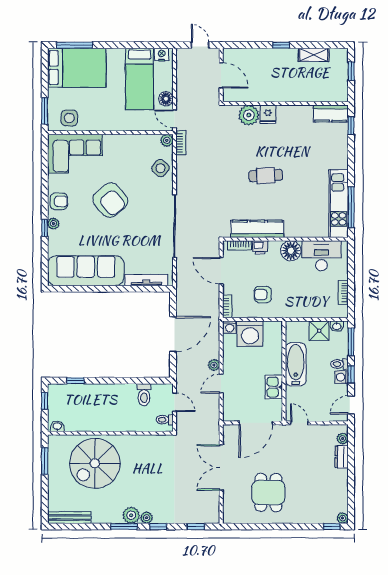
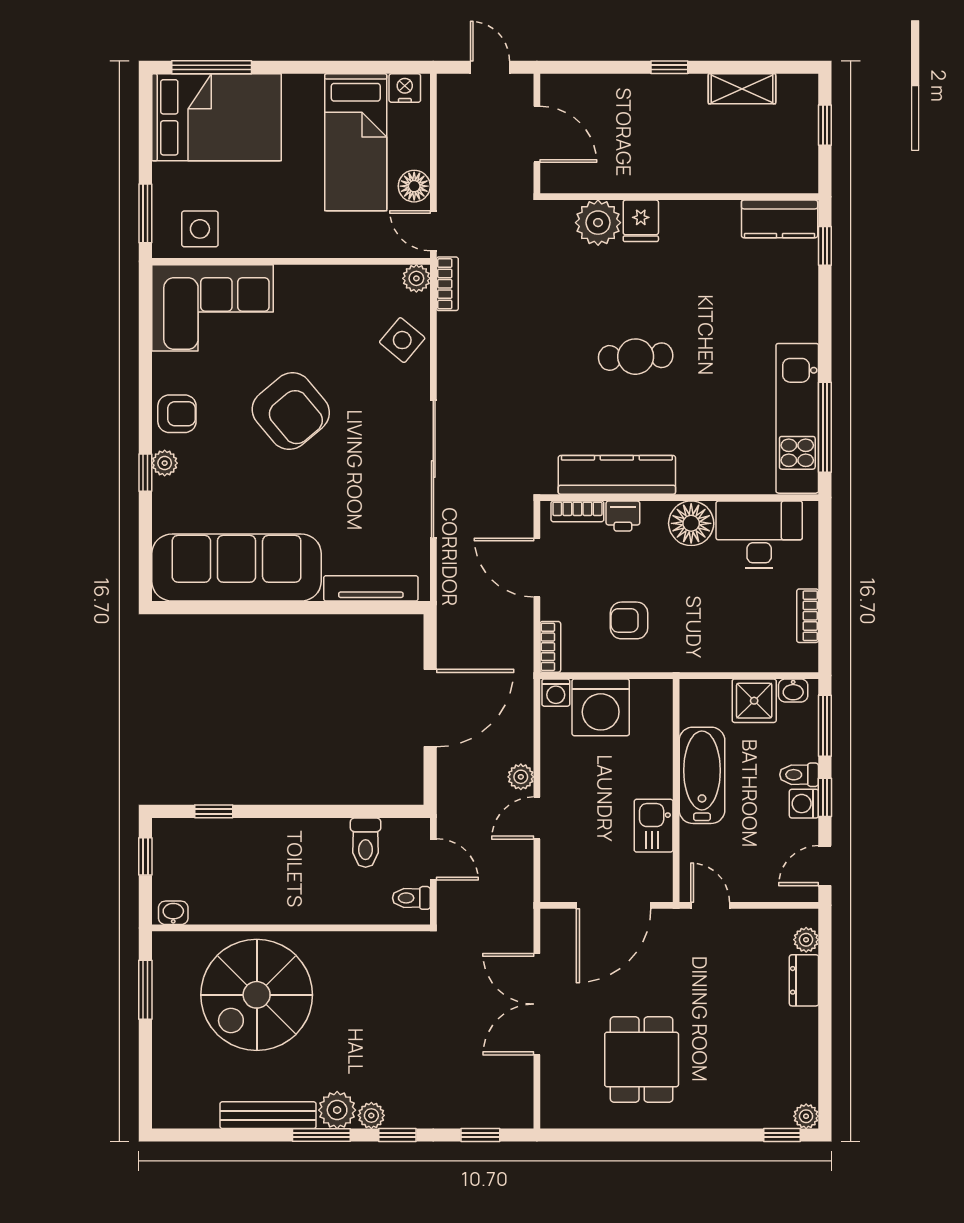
bench: (69, 518) -> (268, 1115), moved

